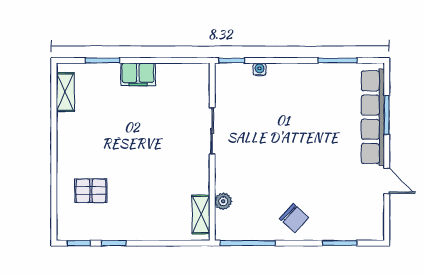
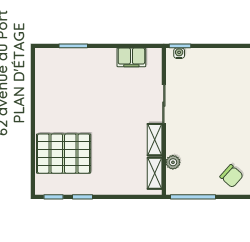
water cooler: (260, 69) -> (179, 53), moved
filing cabinet: (138, 74) -> (131, 57), moved
shelving: (65, 92) -> (155, 140), moved
pallet: (91, 191) -> (64, 154), width x2.05, depth x2.00

